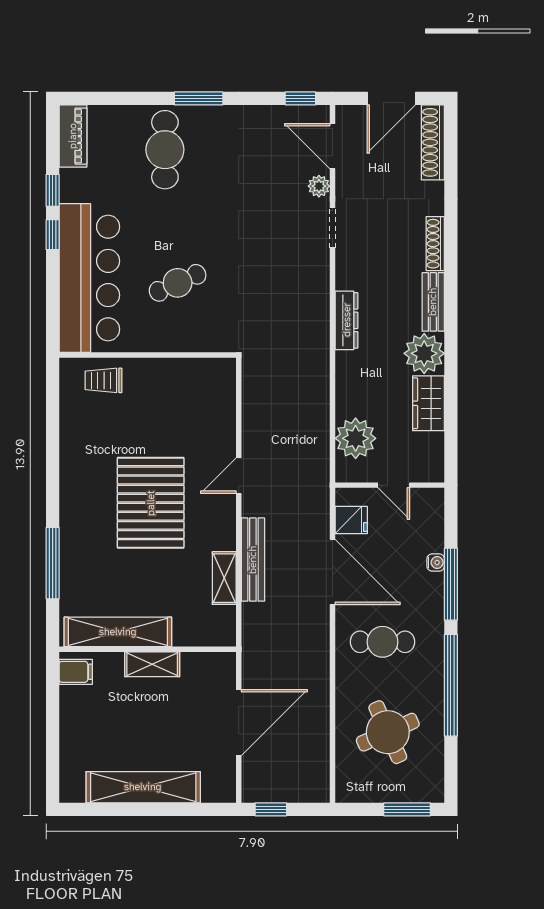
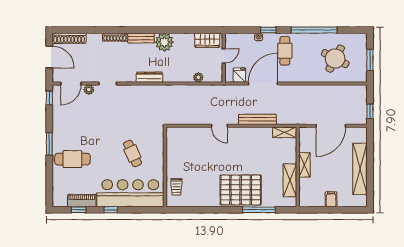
piano: (73, 136) -> (82, 201), moved
window: (53, 190) -> (79, 210), moved
wardrobe: (428, 403) -> (207, 40), moved
plant: (356, 438) -> (198, 77), width x0.53, depth x0.53
pallet: (151, 503) -> (241, 190), moved
shelving: (224, 578) -> (285, 132), moved
window: (451, 584) -> (268, 30), width x0.46
shelving: (118, 632) -> (290, 180), width x0.68
cafe table: (383, 642) -> (285, 51), moved
filing cabinet: (76, 672) -> (331, 199), moved
door: (239, 723) -> (331, 126), swing flipped
round table: (388, 732) -> (335, 59), turned -38
window: (407, 809) -> (370, 60), moved

